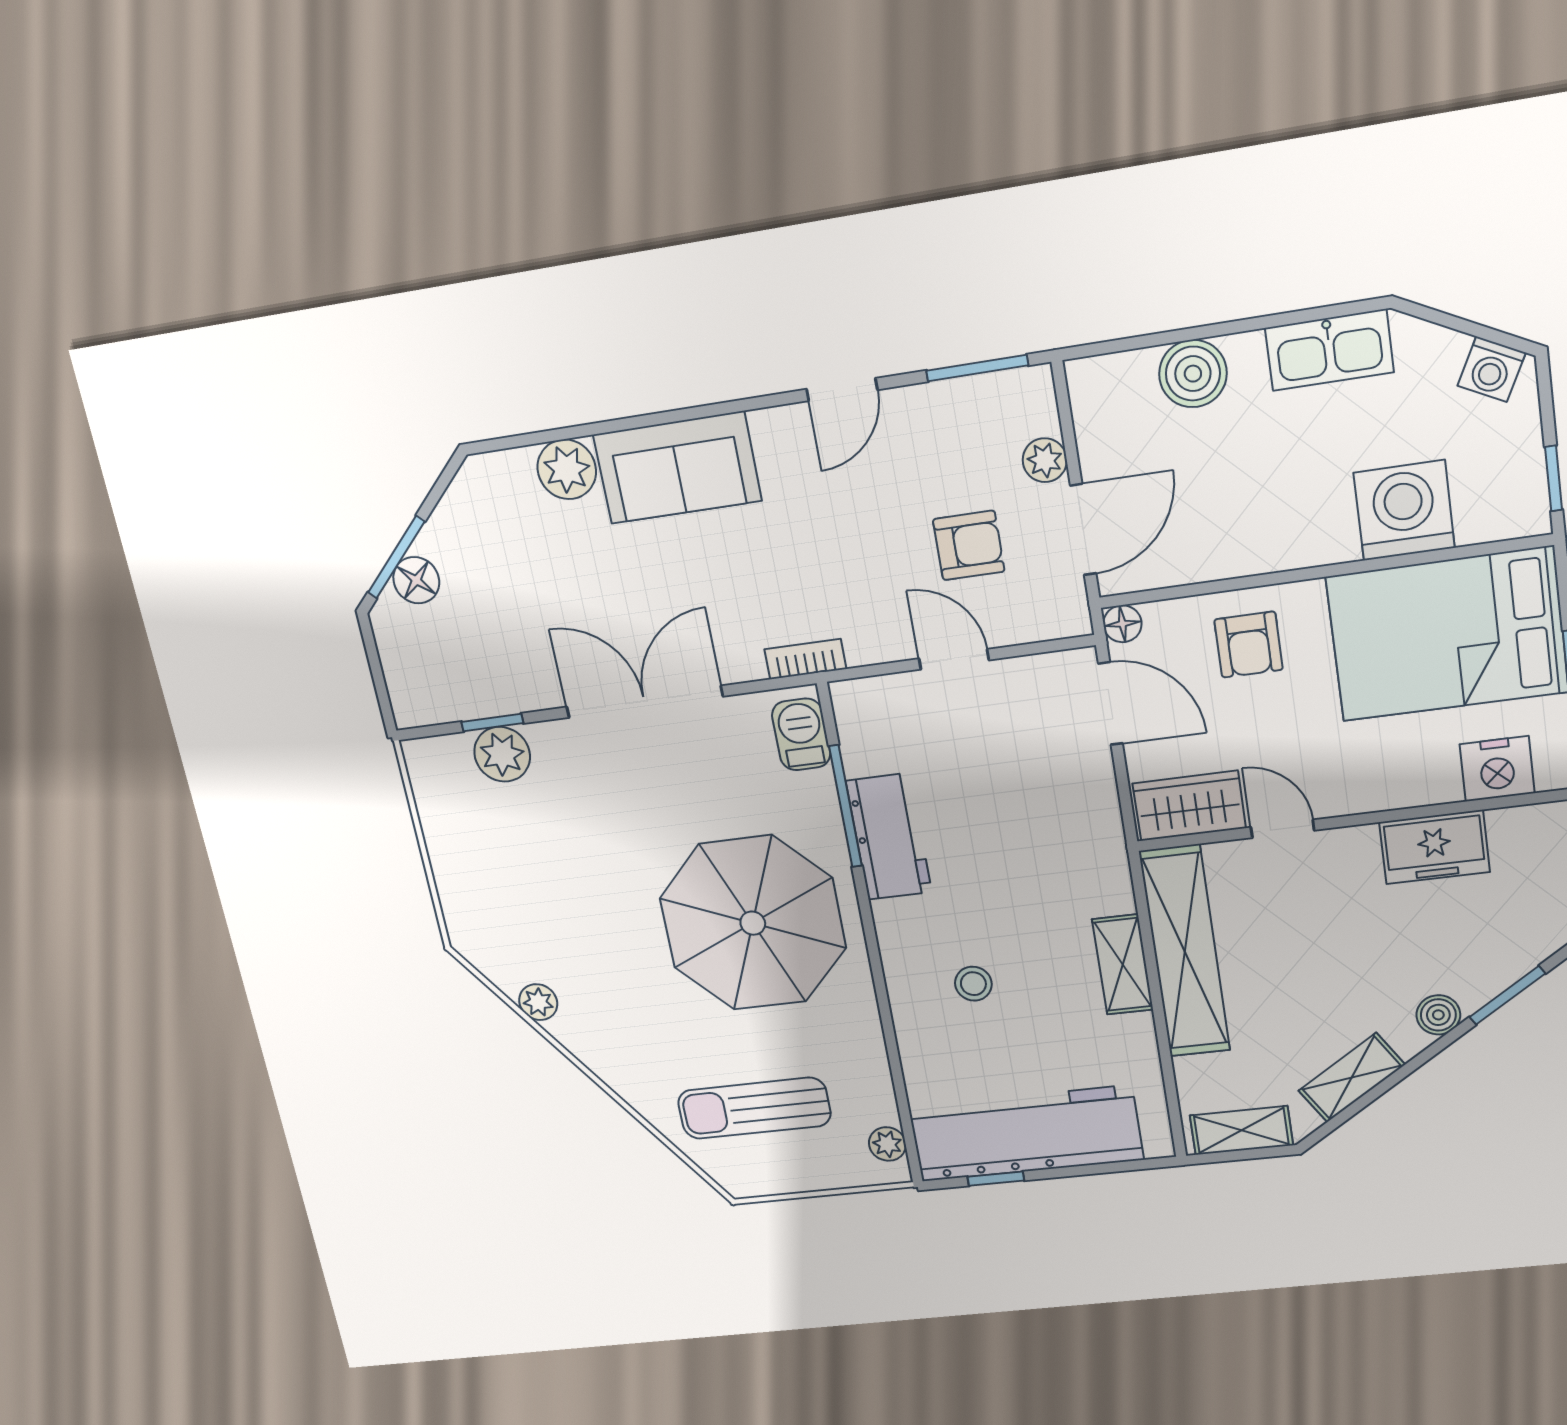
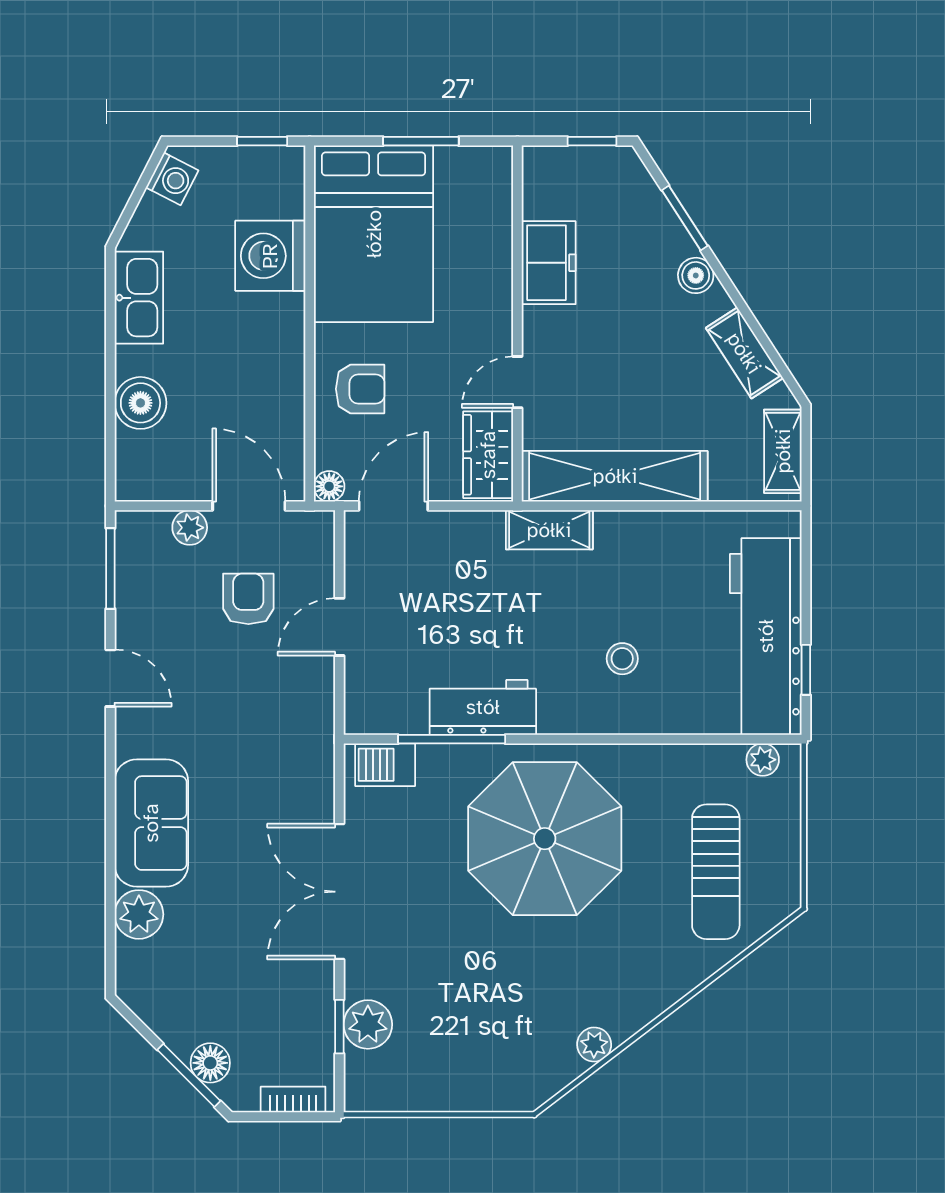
bookcase: (805, 659) -> (293, 1099), moved, turned 90
nightstand: (1497, 769) -> (489, 207), removed
shelving: (1123, 965) -> (549, 530), moved

